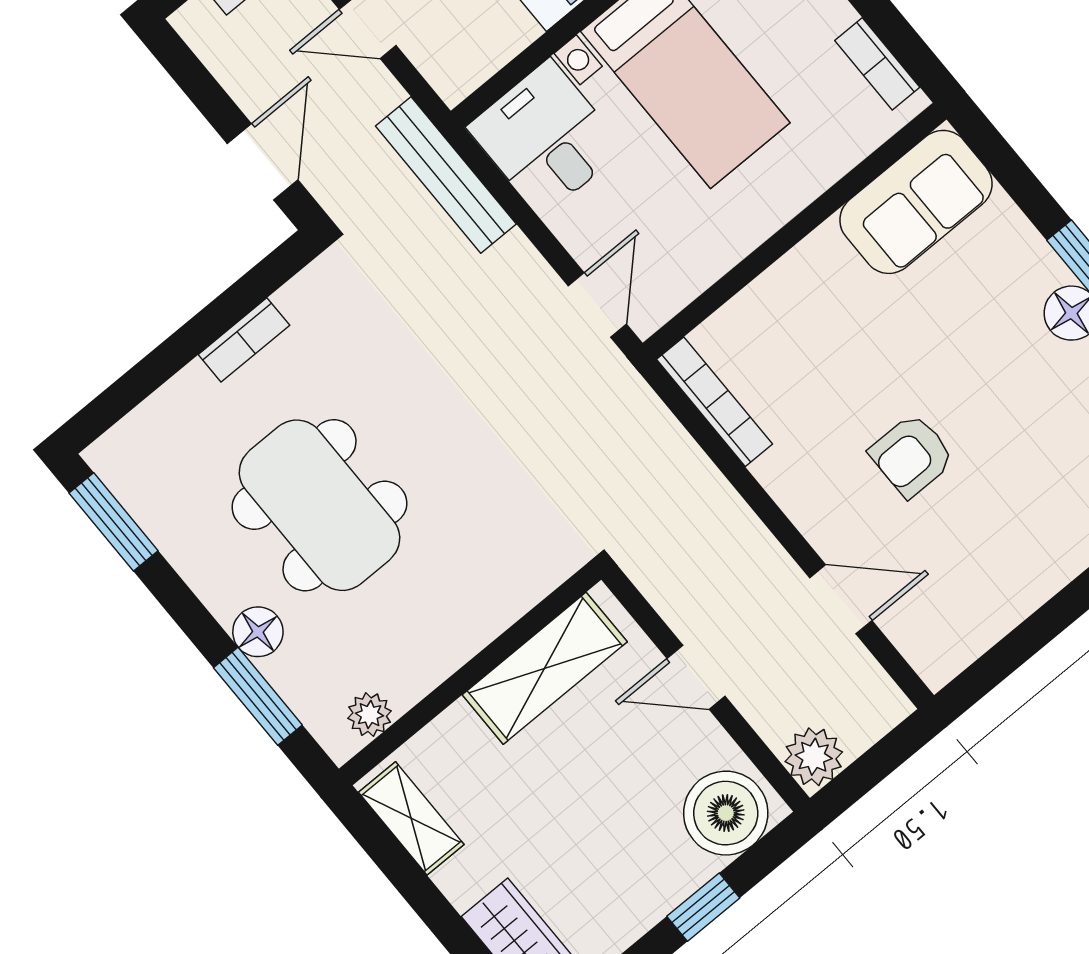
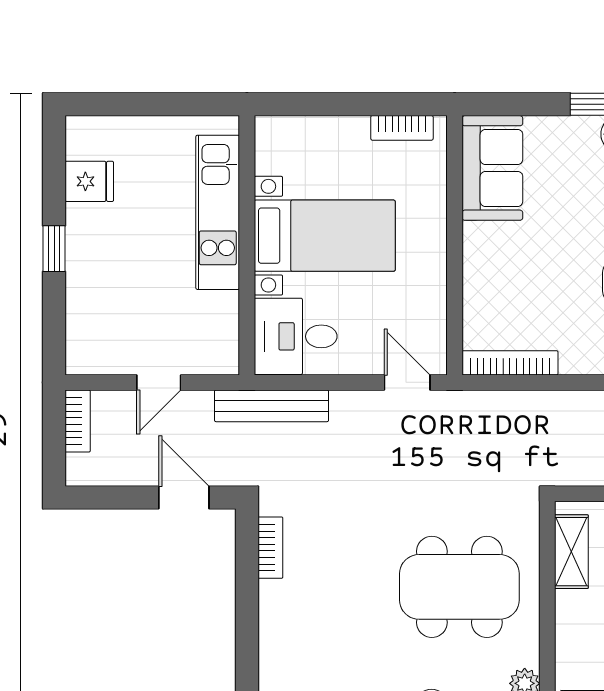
bookcase: (244, 340) -> (270, 548), moved
dining table: (319, 505) -> (459, 587), moved
shelving: (545, 668) -> (571, 552), width x0.67, depth x0.75

